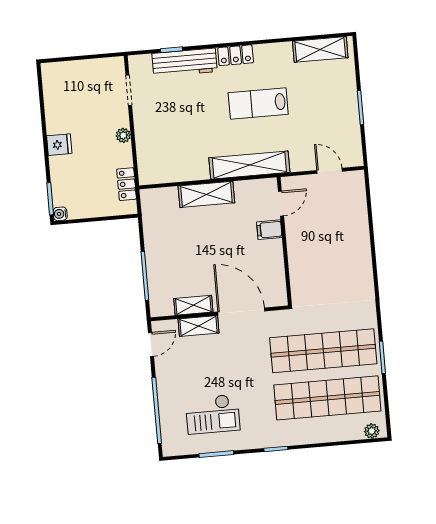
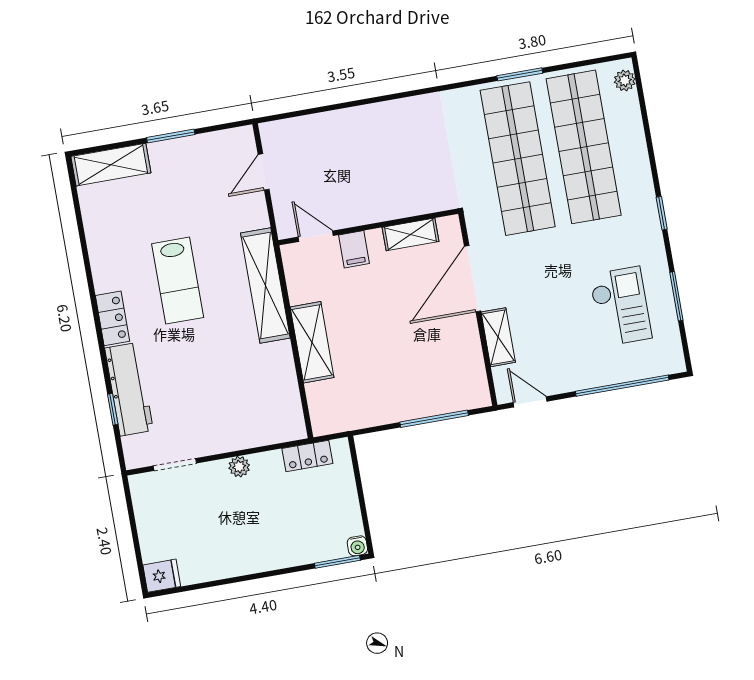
shelving: (320, 49) -> (111, 165), moved, turned 90
fridge: (59, 145) -> (162, 576), moved, turned 90
shelving: (193, 305) -> (410, 234), moved, turned 90

